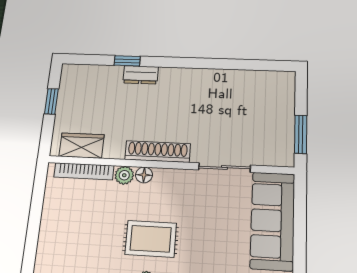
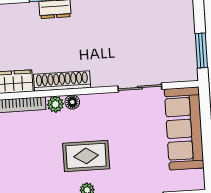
shoe rack: (158, 152) -> (62, 81), moved

